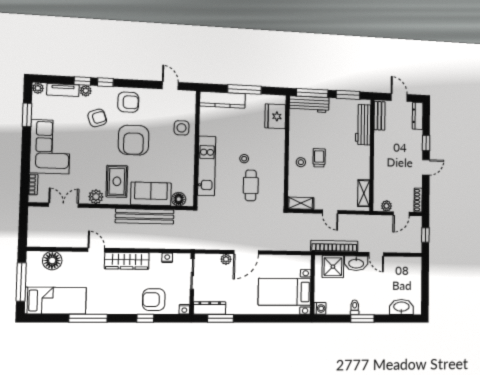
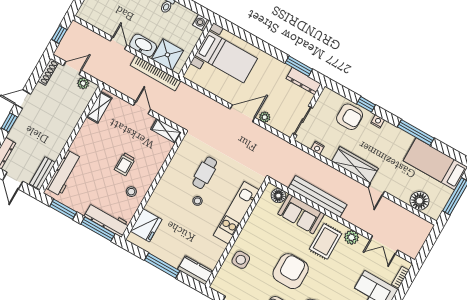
kitchen counter: (222, 100) -> (195, 270), width x0.67
stool: (301, 162) -> (131, 192), moved
nightstand: (184, 309) -> (378, 121), moved

